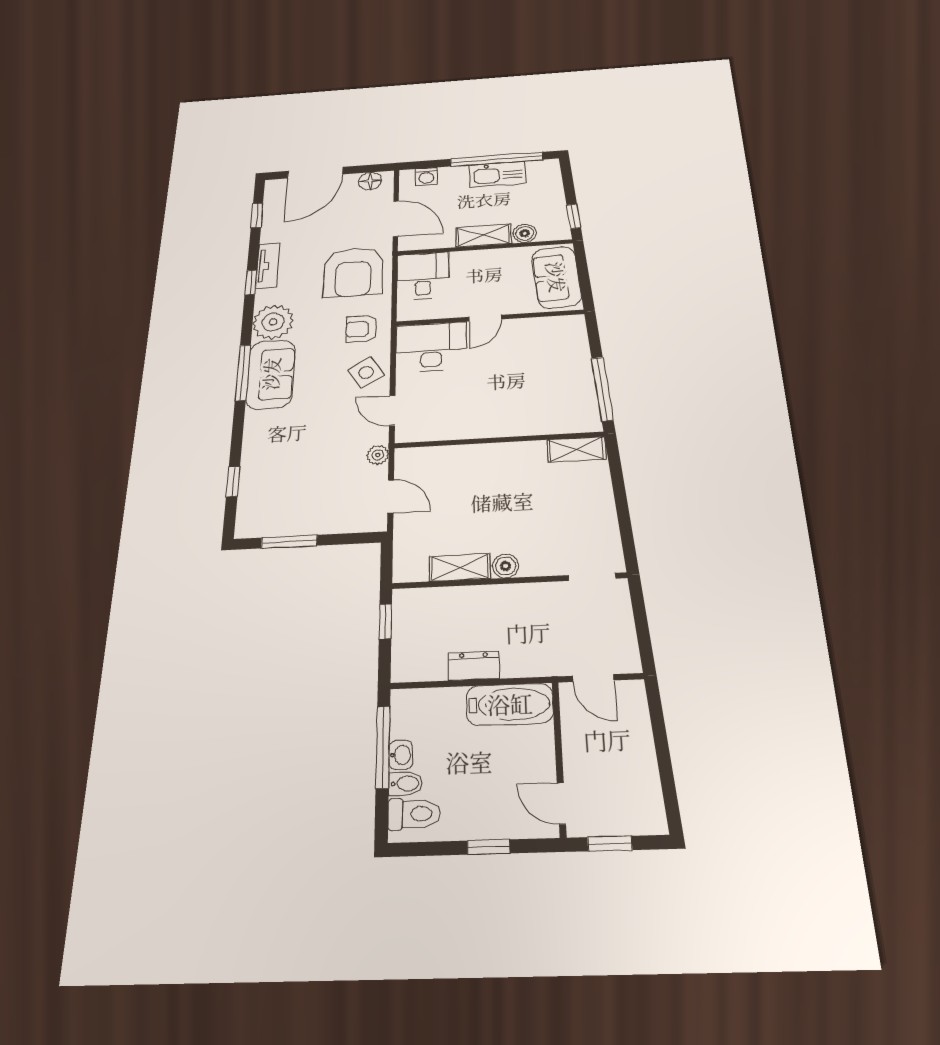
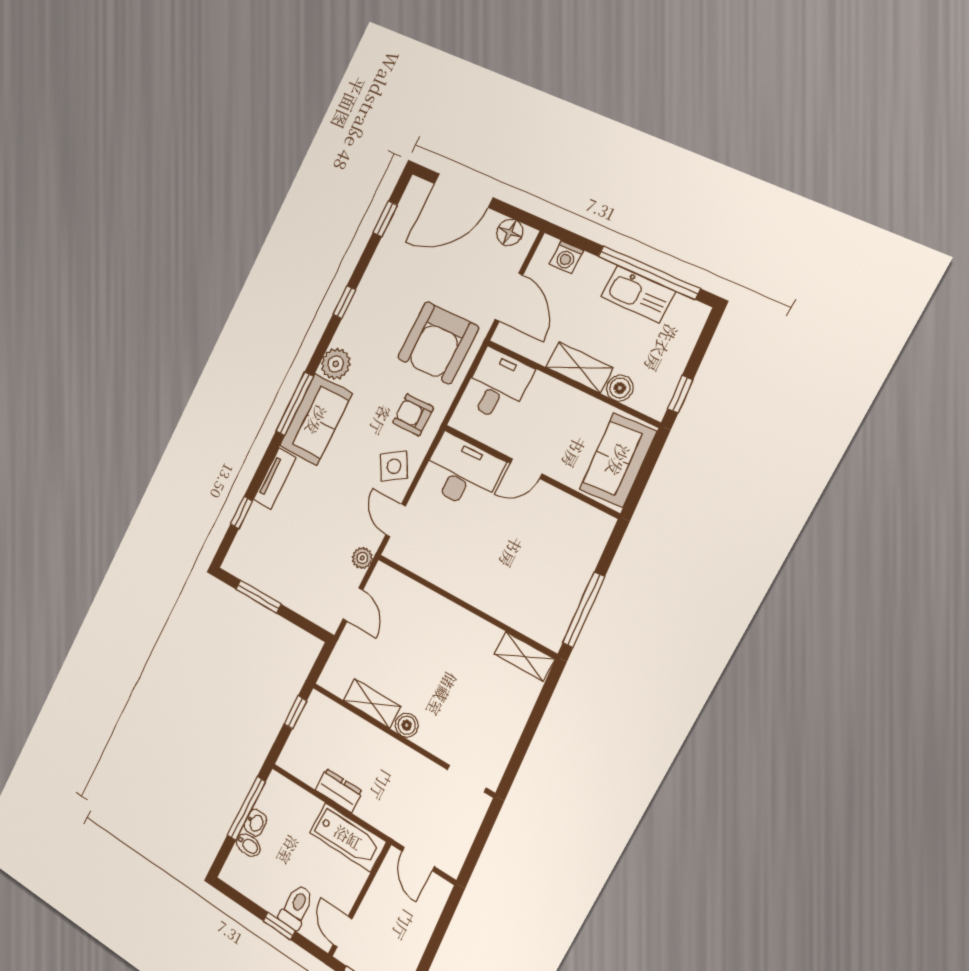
tv unit: (268, 266) -> (275, 478), moved
plant: (273, 322) -> (336, 364), width x0.73, depth x0.73
toilet: (414, 814) -> (296, 907), moved, turned -90

